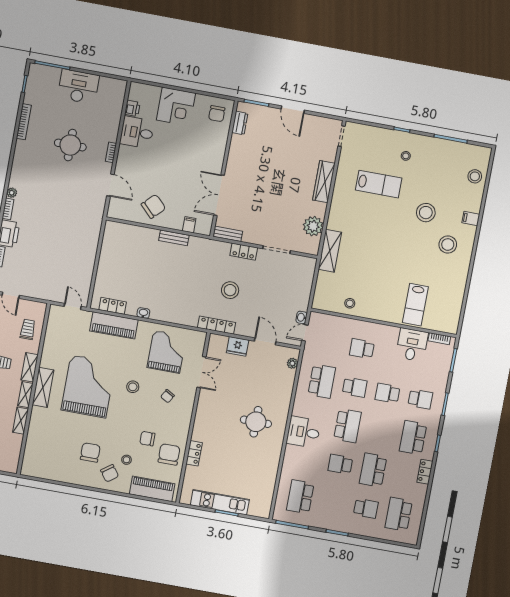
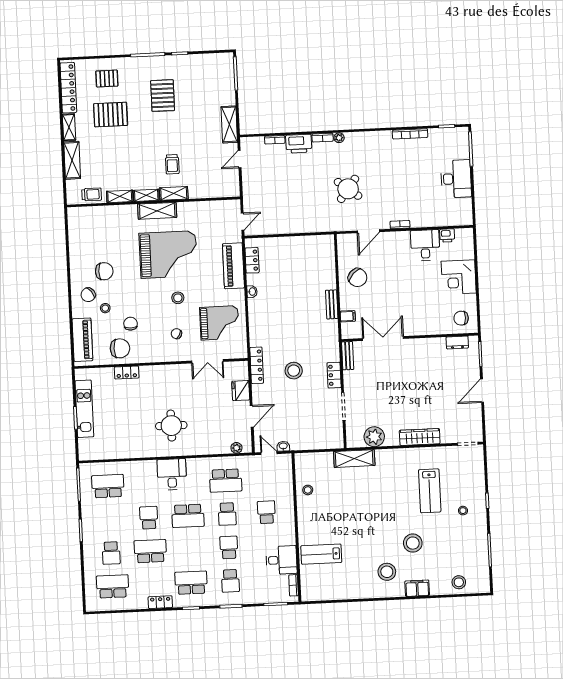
round table: (70, 145) -> (348, 189), moved, turned 37
filing cabinet: (471, 219) -> (417, 588), width x2.00
trolley: (28, 329) -> (92, 194), moved

